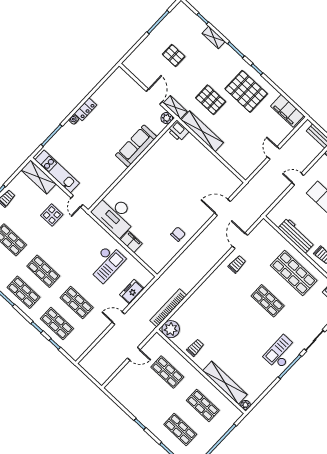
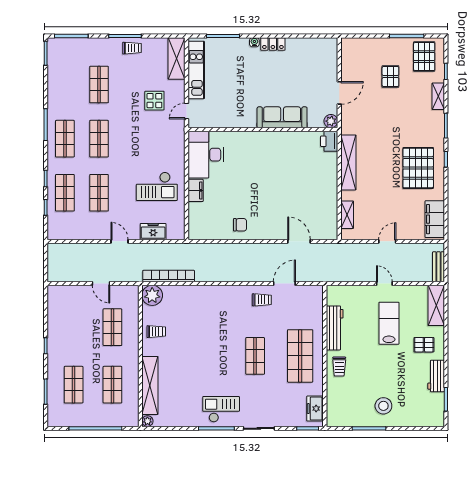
pallet: (211, 100) -> (424, 57), moved
shelving: (175, 107) -> (347, 215), moved

